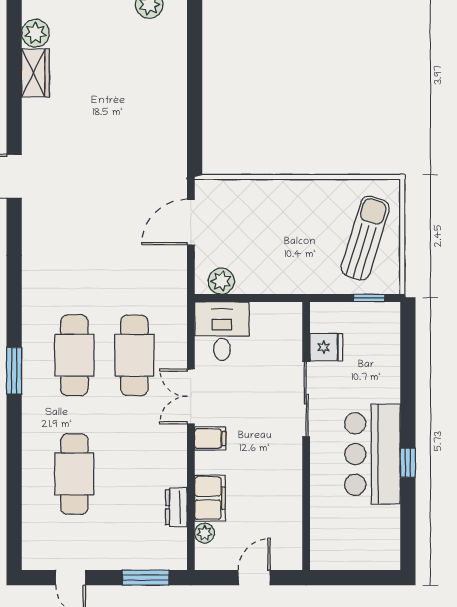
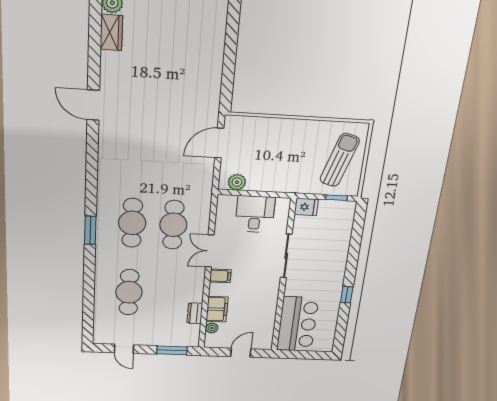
desk: (222, 331) -> (255, 214), moved
fridge: (326, 347) -> (306, 207), moved
bar counter: (372, 454) -> (297, 324), moved, turned 180

